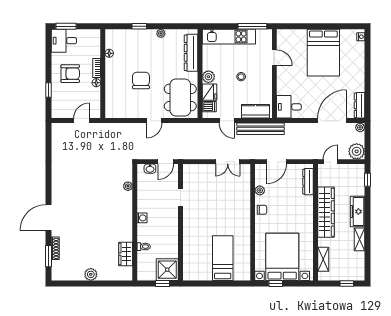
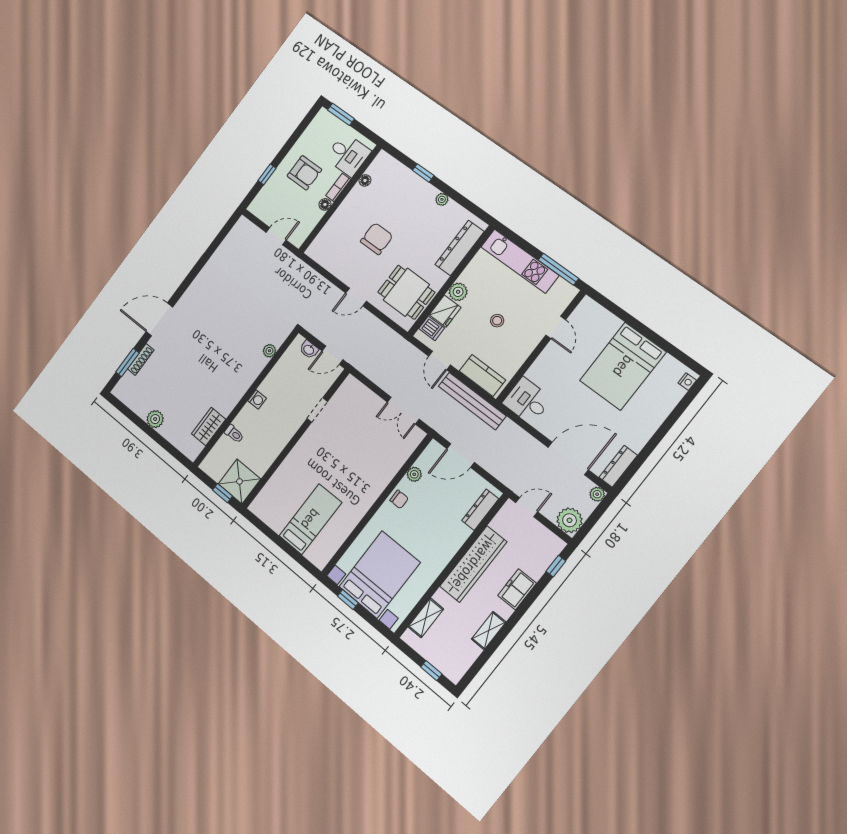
desk: (64, 41) -> (348, 155), moved, turned 180
dining table: (180, 98) -> (406, 292), width x0.73
freezer: (357, 212) -> (517, 589), width x0.71

